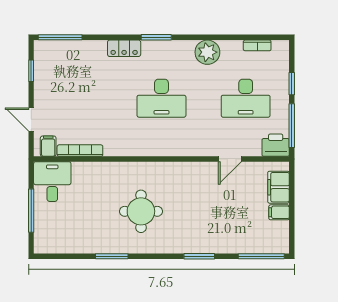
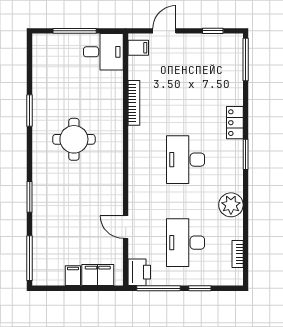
bookcase: (80, 151) -> (134, 103), moved

